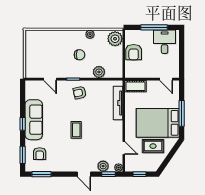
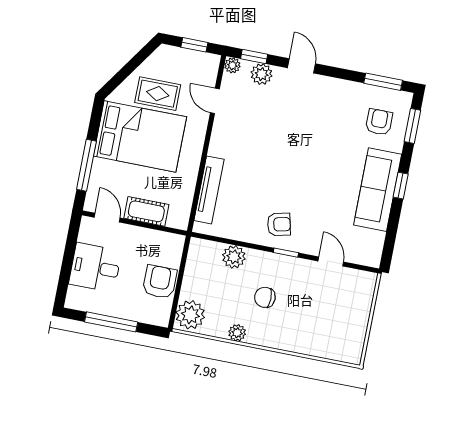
desk: (165, 42) -> (95, 267), moved, turned 90
cot: (136, 86) -> (146, 211), moved
window: (182, 113) -> (86, 165), moved
coffee table: (76, 130) -> (300, 154), removed

